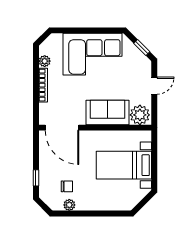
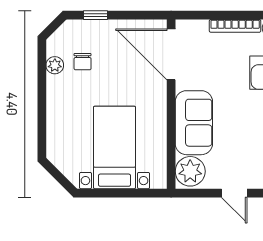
door: (62, 128) -> (171, 54), hinge flipped

